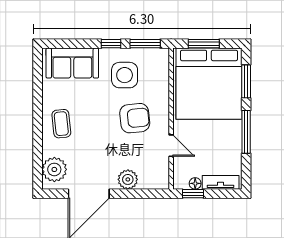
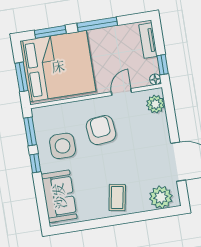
coffee table: (61, 124) -> (117, 197), turned -74
plant: (128, 179) -> (155, 104), moved
floor lamp: (195, 183) -> (155, 79), moved

